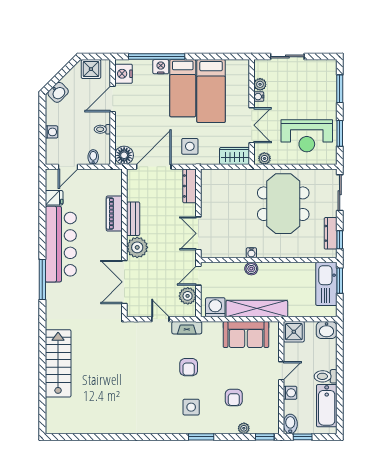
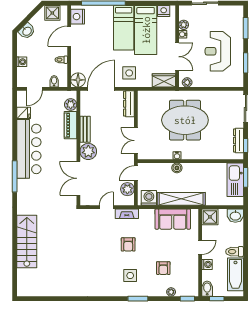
nightstand: (161, 67) -> (164, 11), moved
reception desk: (307, 136) -> (218, 51), moved, turned 90
plant: (114, 187) -> (71, 105), added
meeting table: (283, 204) -> (185, 120), moved, turned 90
door: (160, 319) -> (106, 207), hinge flipped

